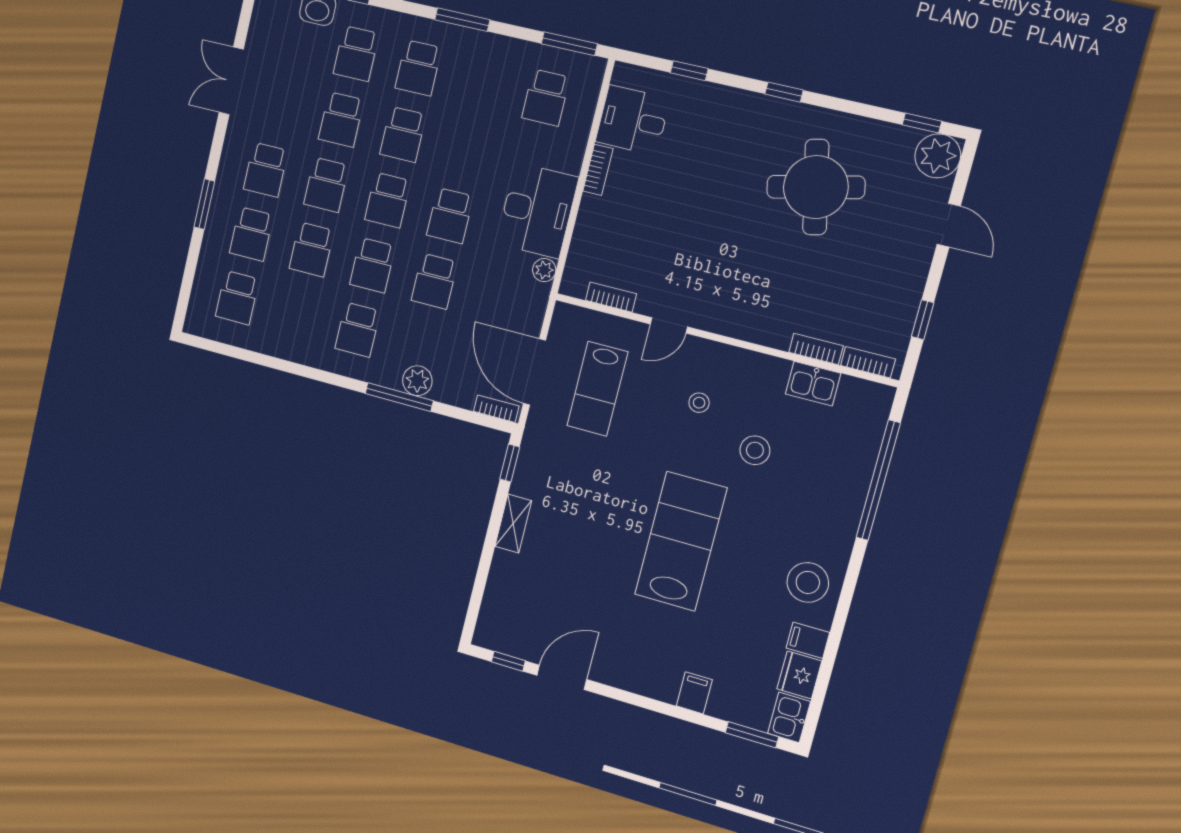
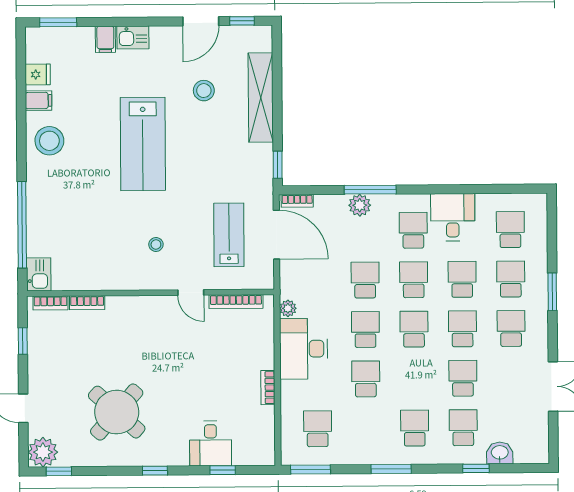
desk: (633, 120) -> (210, 443), moved, turned 90
school desk: (403, 134) -> (366, 379), moved
round table: (816, 187) -> (117, 412), turned -35
bookcase: (611, 297) -> (236, 302), width x1.56
door: (669, 325) -> (191, 292), swing flipped
desk: (304, 333) -> (453, 217), added
kitchen sink: (813, 384) -> (39, 274), moved, turned 90
stool: (755, 450) -> (204, 91), moved
shelving: (513, 524) -> (261, 98), width x2.20, depth x1.33
fridge: (799, 675) -> (38, 74), width x0.72
kitchen sink: (789, 717) -> (133, 37), moved, turned 90

